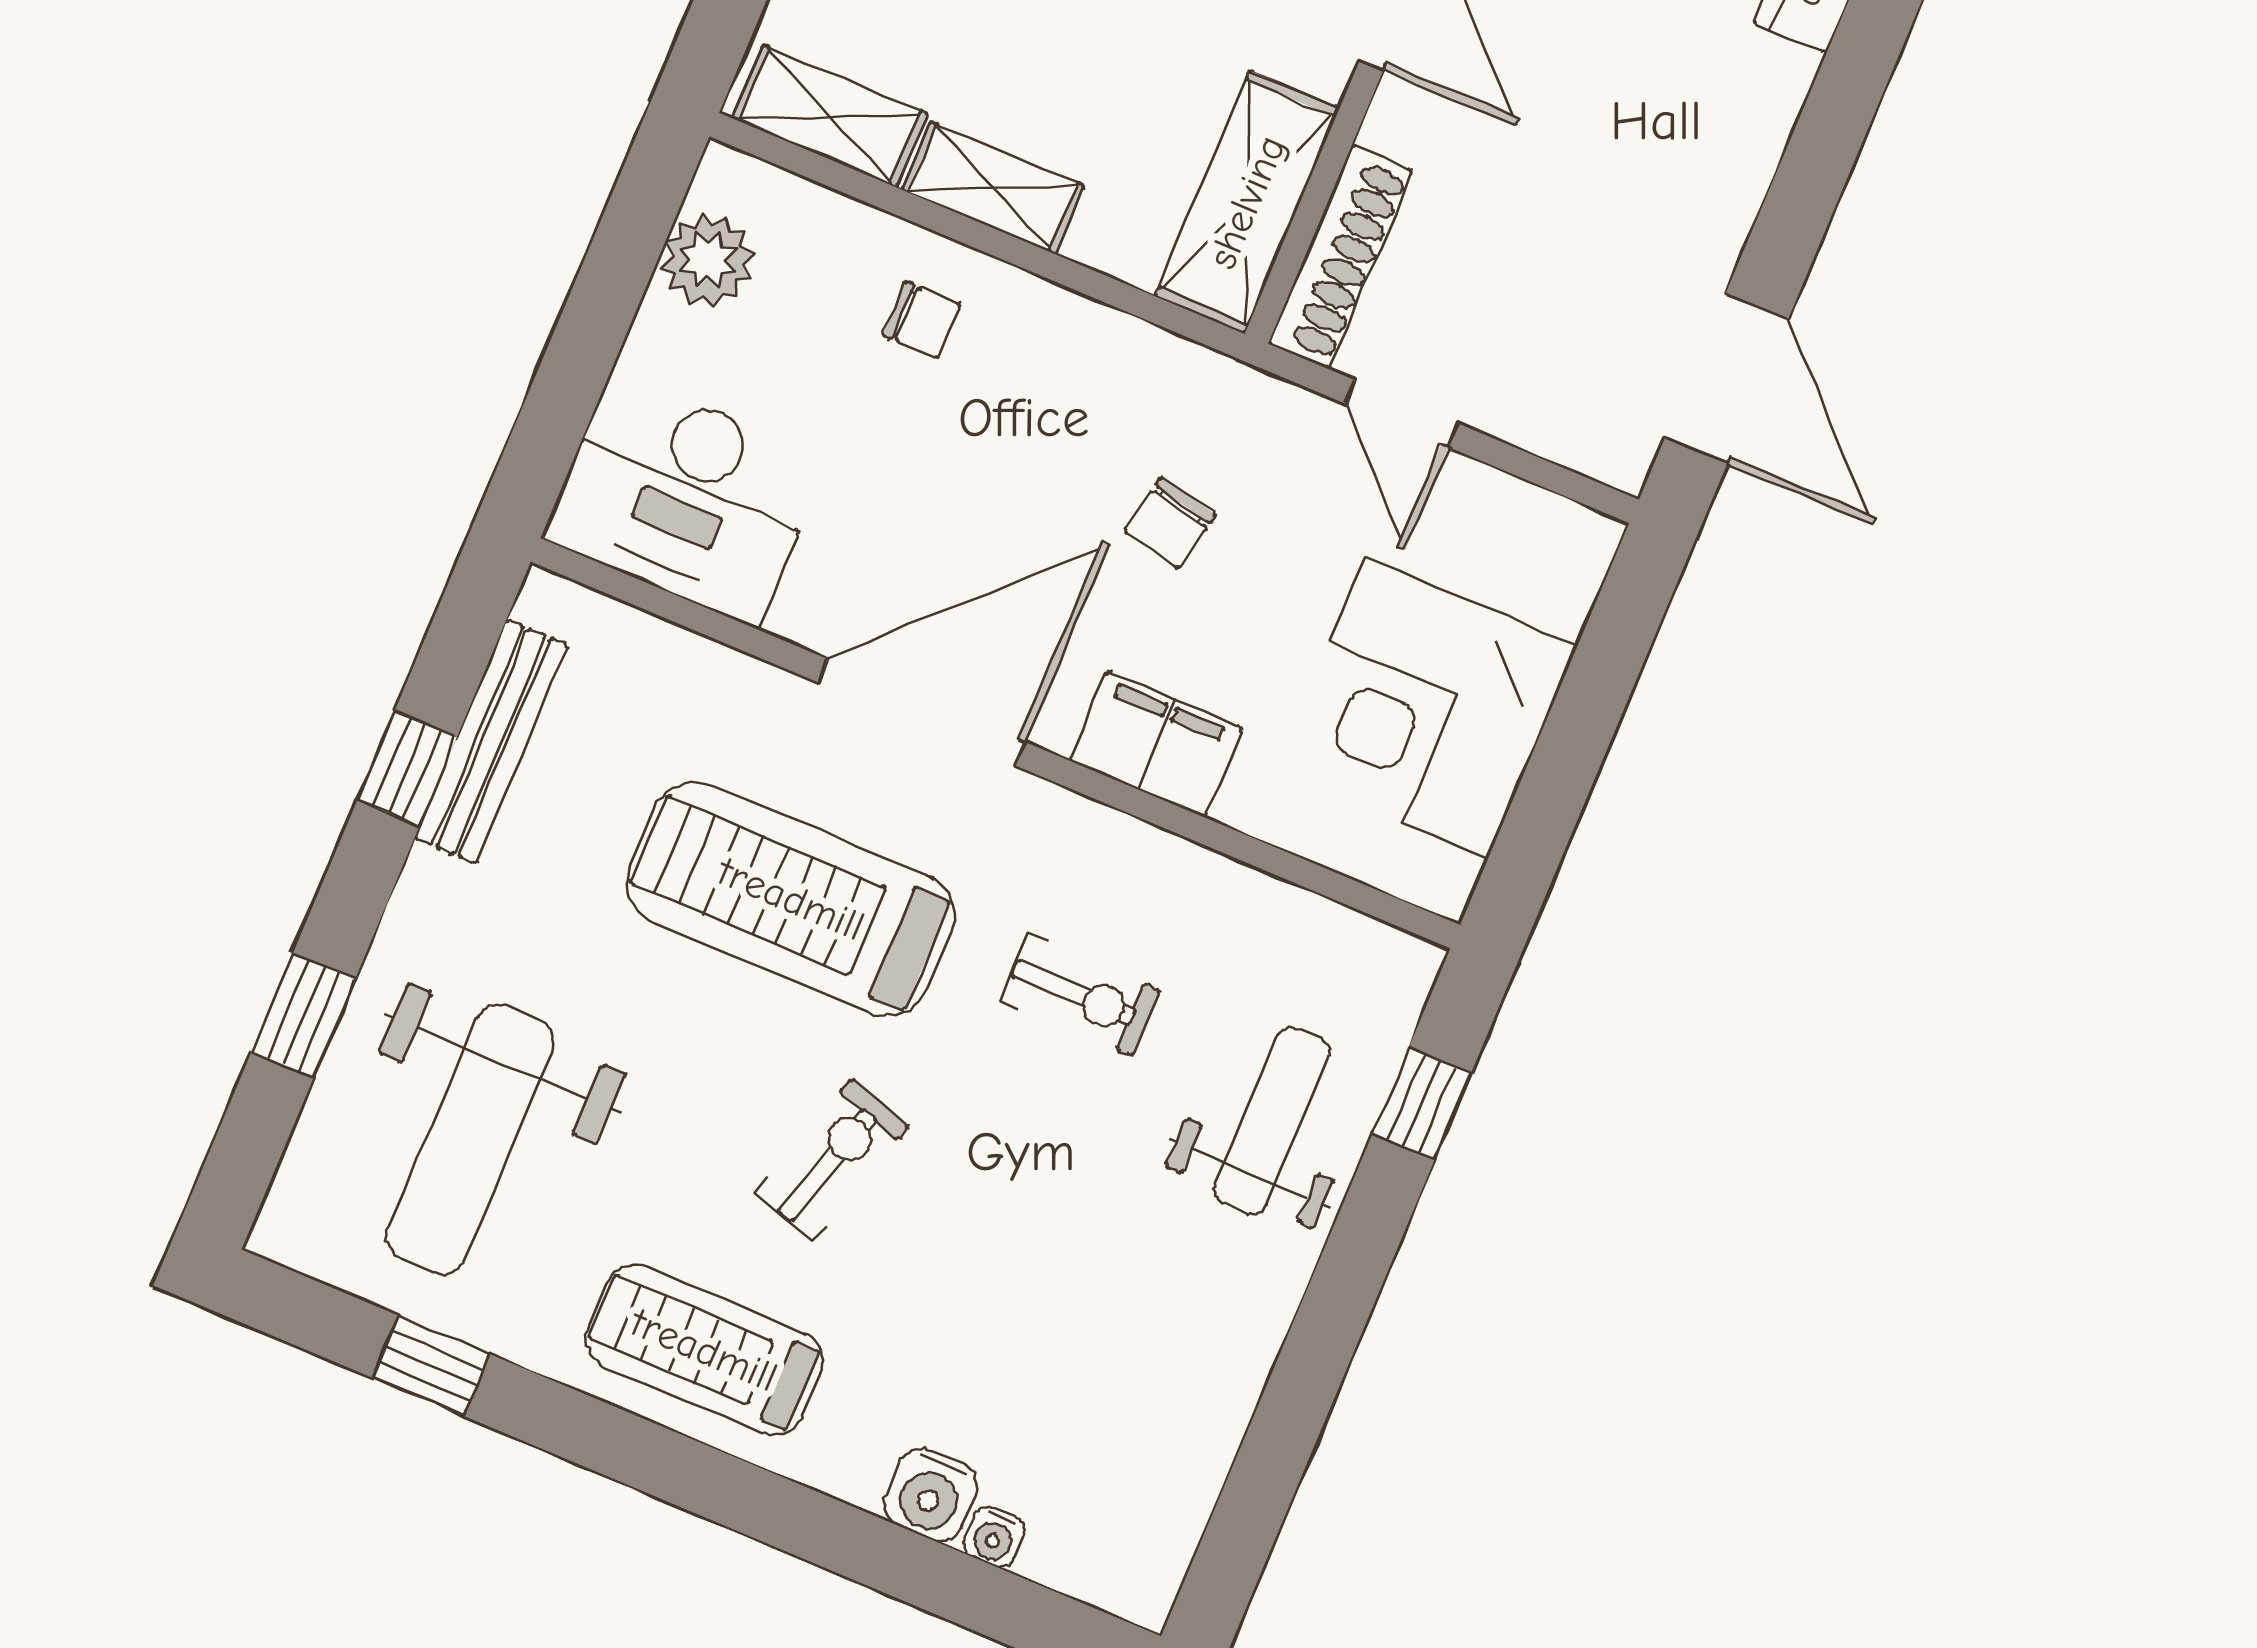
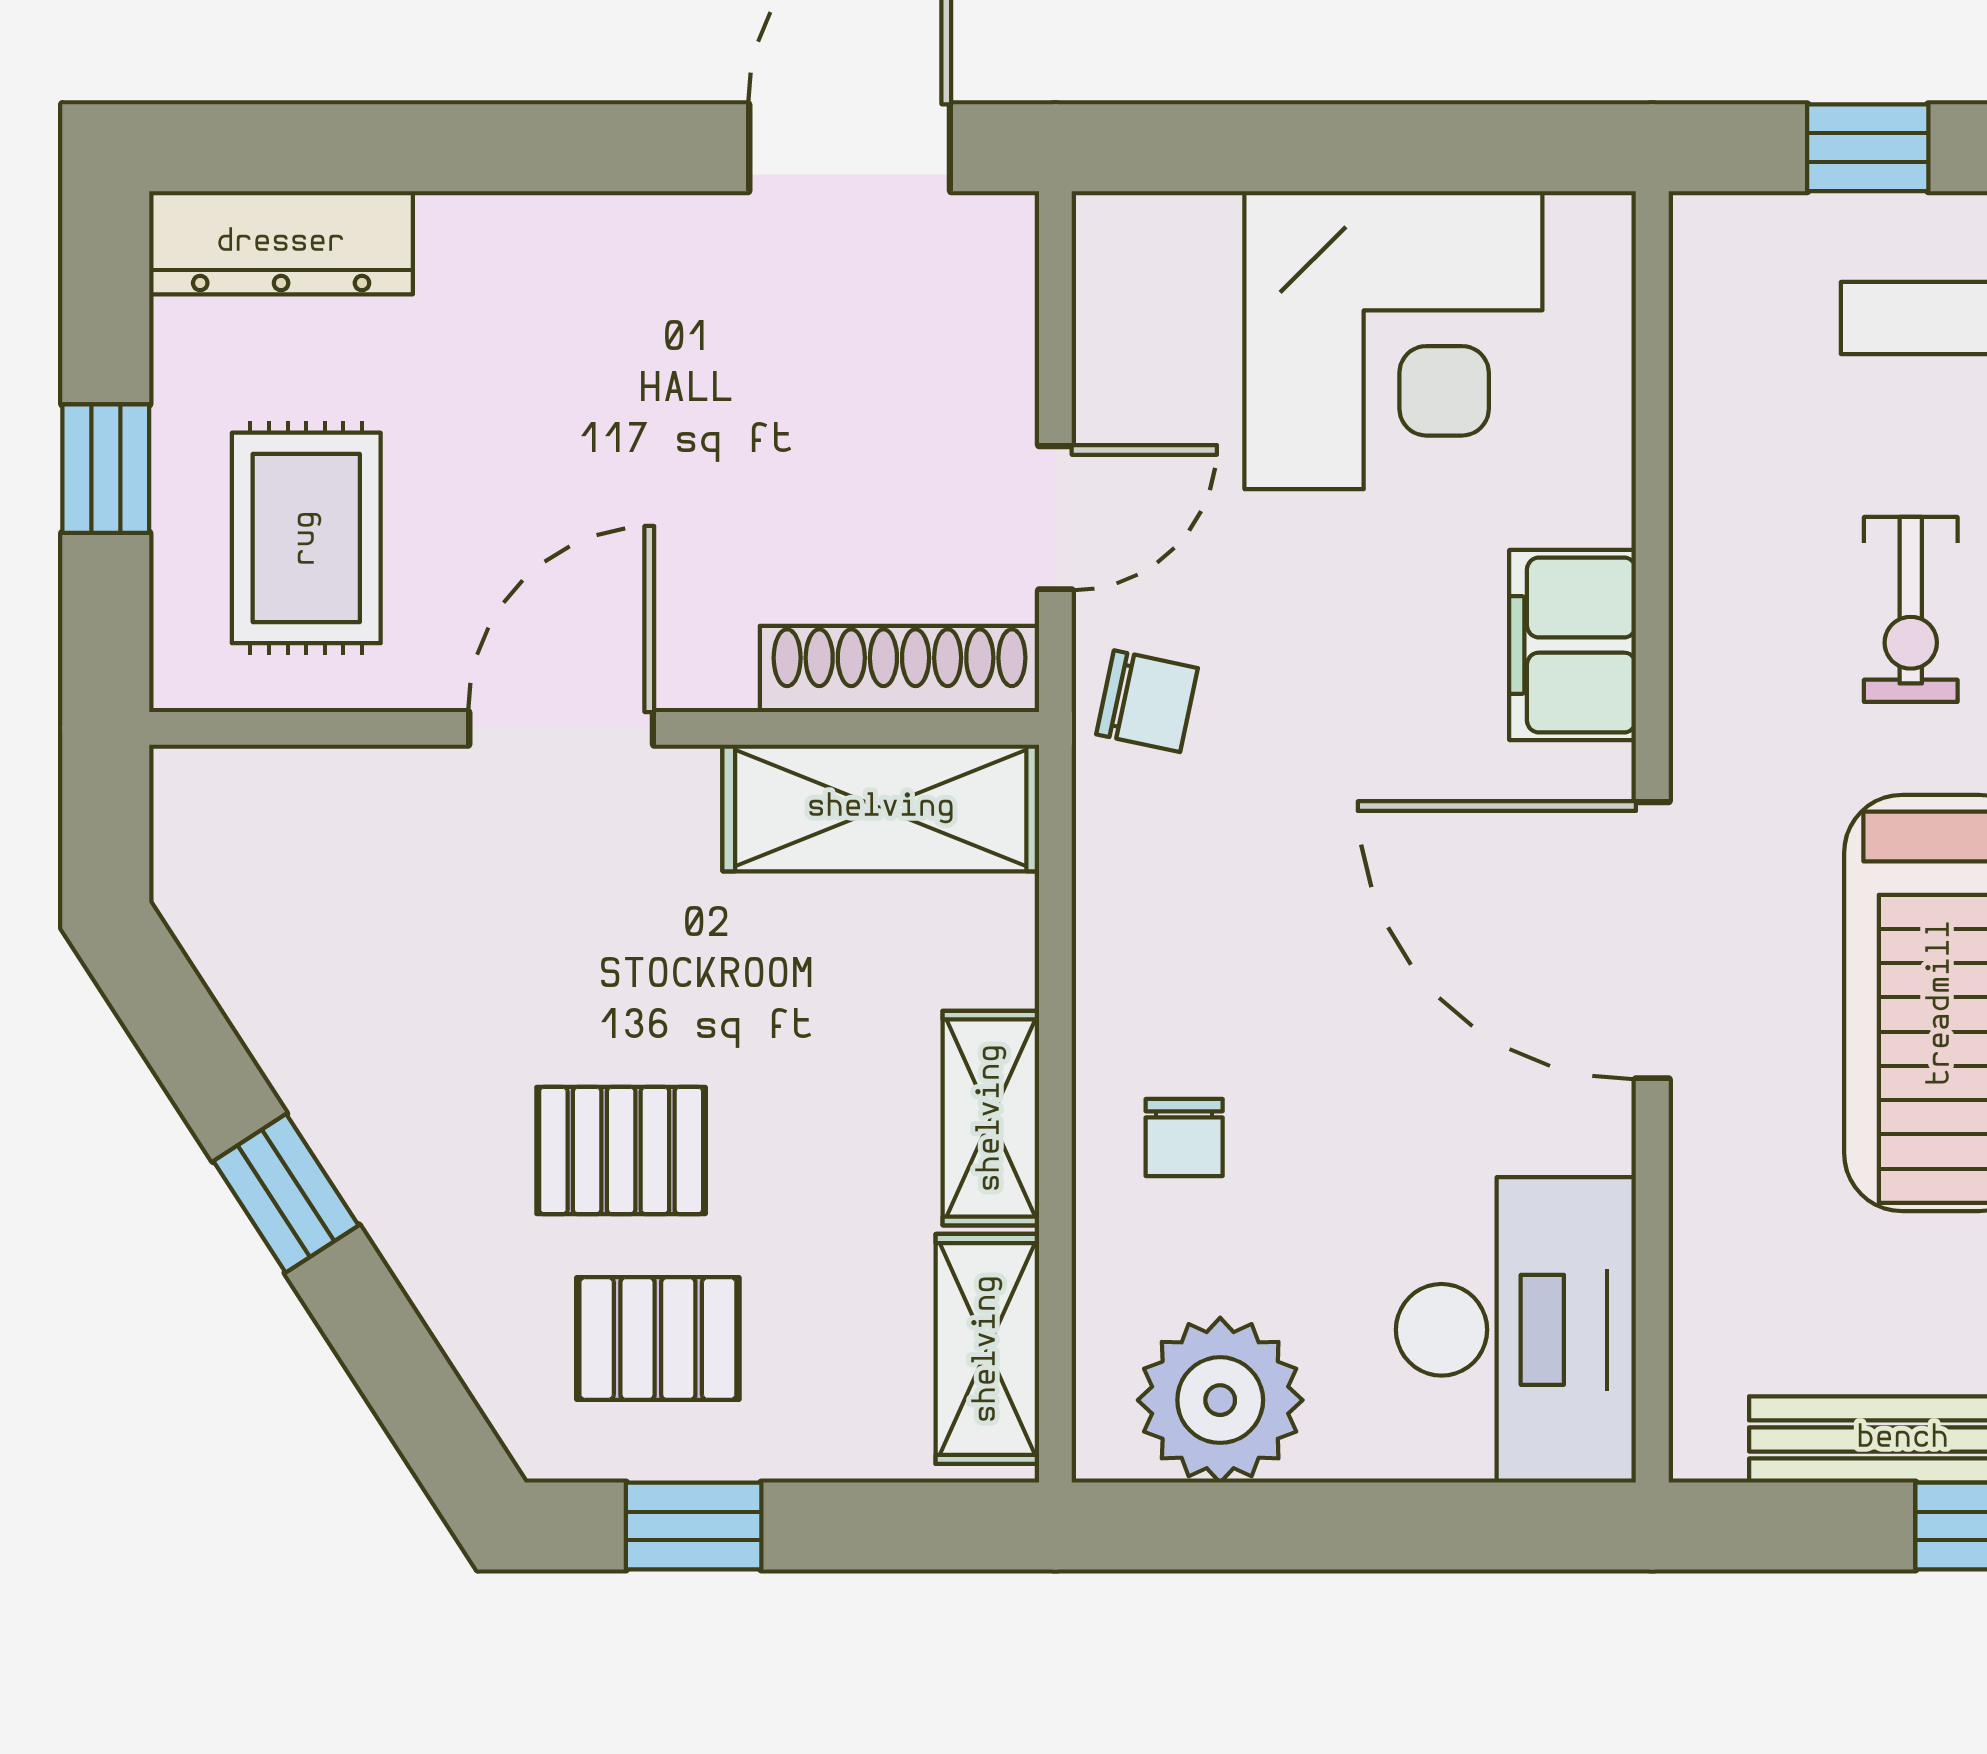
plant: (708, 260) -> (1220, 1400), width x1.36, depth x1.36
chair: (921, 320) -> (1184, 1138), turned 180
chair: (1170, 523) -> (1147, 701), moved
exercise bike: (1080, 996) -> (1911, 609), turned 180

